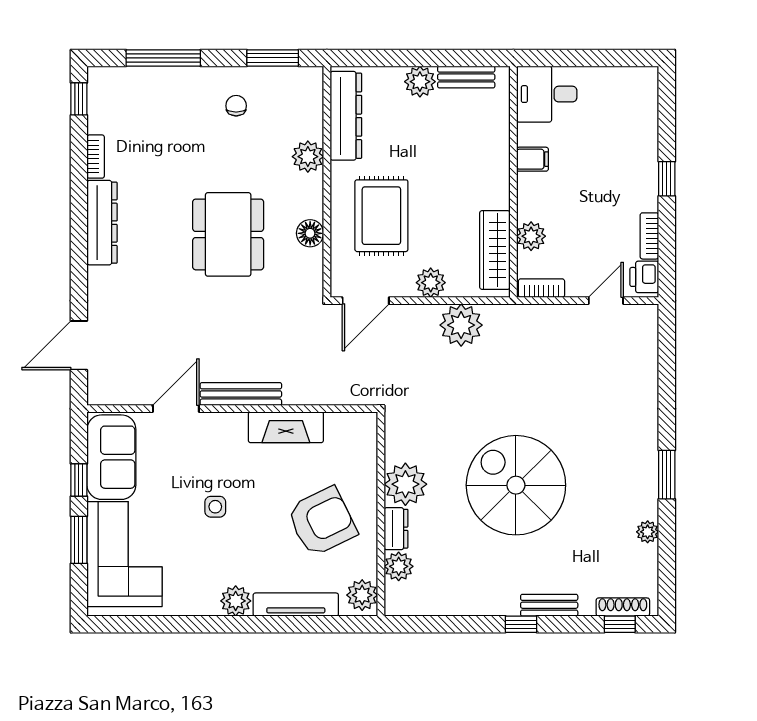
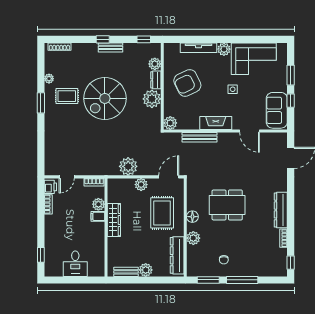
window: (163, 58) -> (242, 280), moved
desk: (547, 94) -> (75, 264), moved, turned 90
filing cabinet: (532, 159) -> (98, 216), moved
window: (667, 179) -> (41, 255), moved
floor lamp: (310, 233) -> (192, 217), moved
dining table: (228, 234) -> (227, 205), turned 90
wardrobe: (495, 250) -> (114, 220), moved
bench: (241, 394) -> (199, 137), moved
door: (176, 409) -> (249, 131), hinge flipped
fireplace: (286, 427) -> (216, 123), moved
spiral stairs: (516, 485) -> (105, 98), turned 90
rug: (606, 491) -> (67, 96), added
corner sofa: (124, 554) -> (254, 59), moved, turned -90
plant: (362, 595) -> (170, 123), moved
bench: (549, 605) -> (111, 47), moved
window: (620, 624) -> (144, 39), moved

